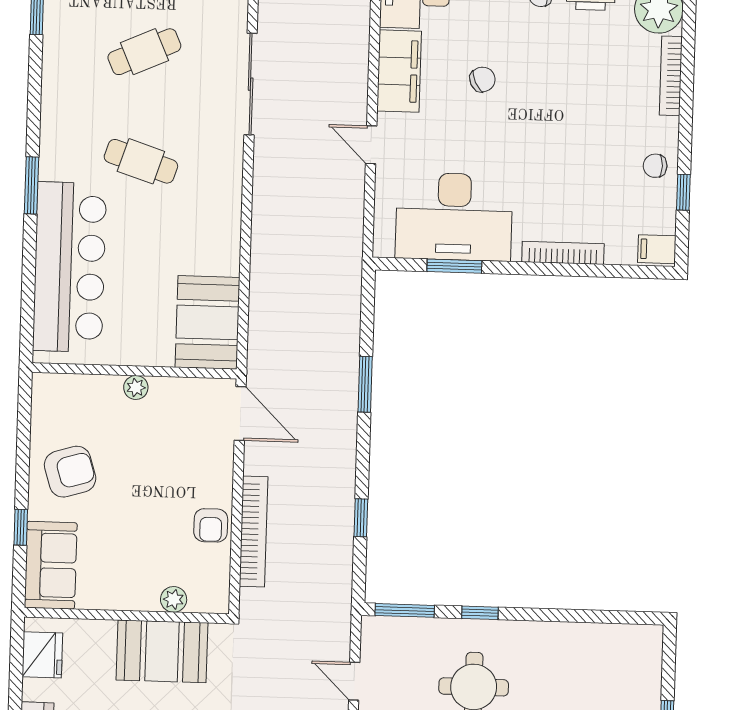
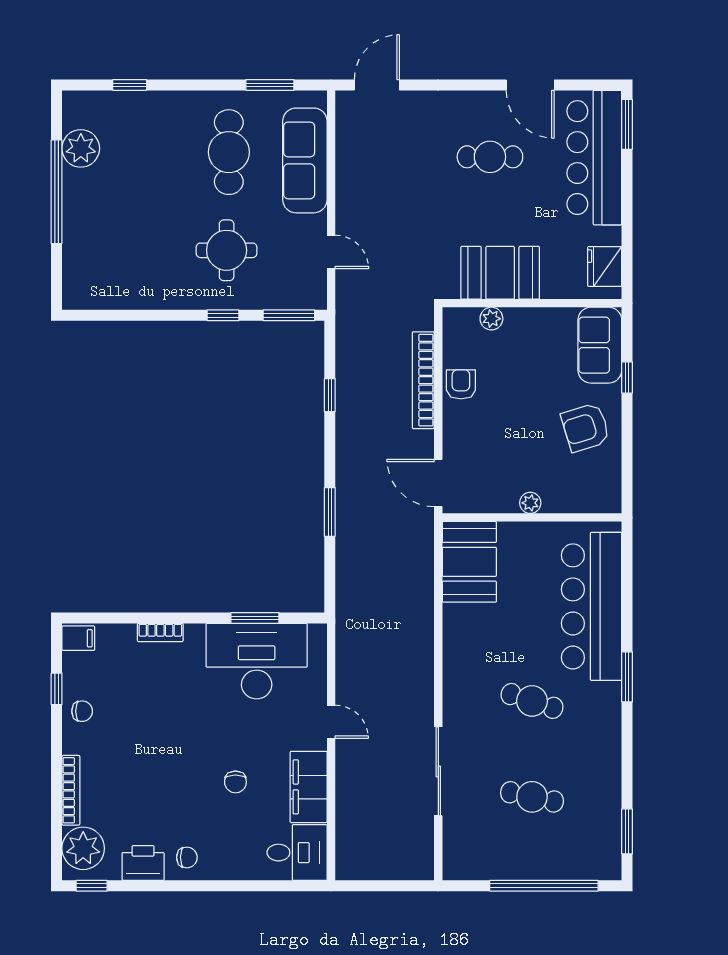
cafe table: (144, 52) -> (532, 797), turned 36
chair: (482, 79) -> (235, 782), turned -64
bookcase: (563, 253) -> (160, 632), width x0.64

